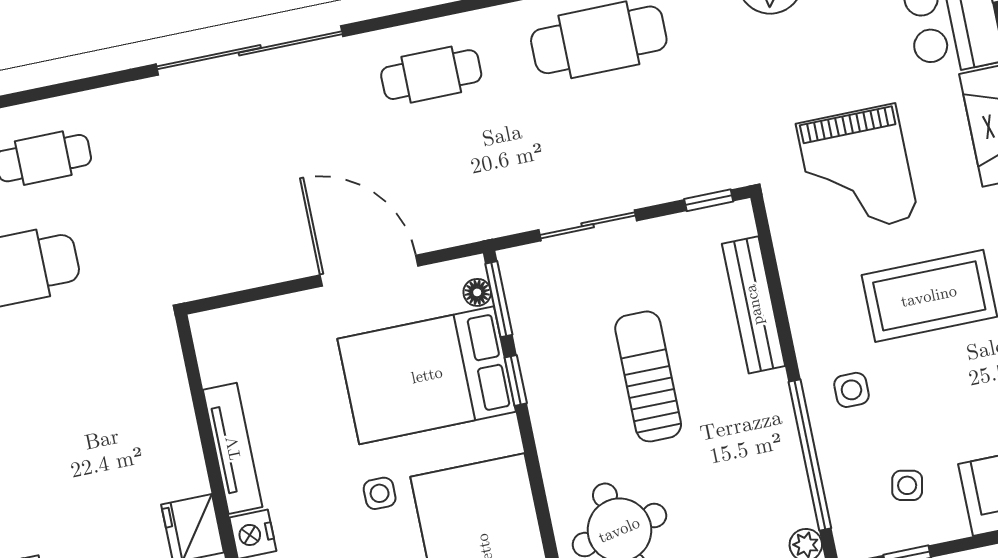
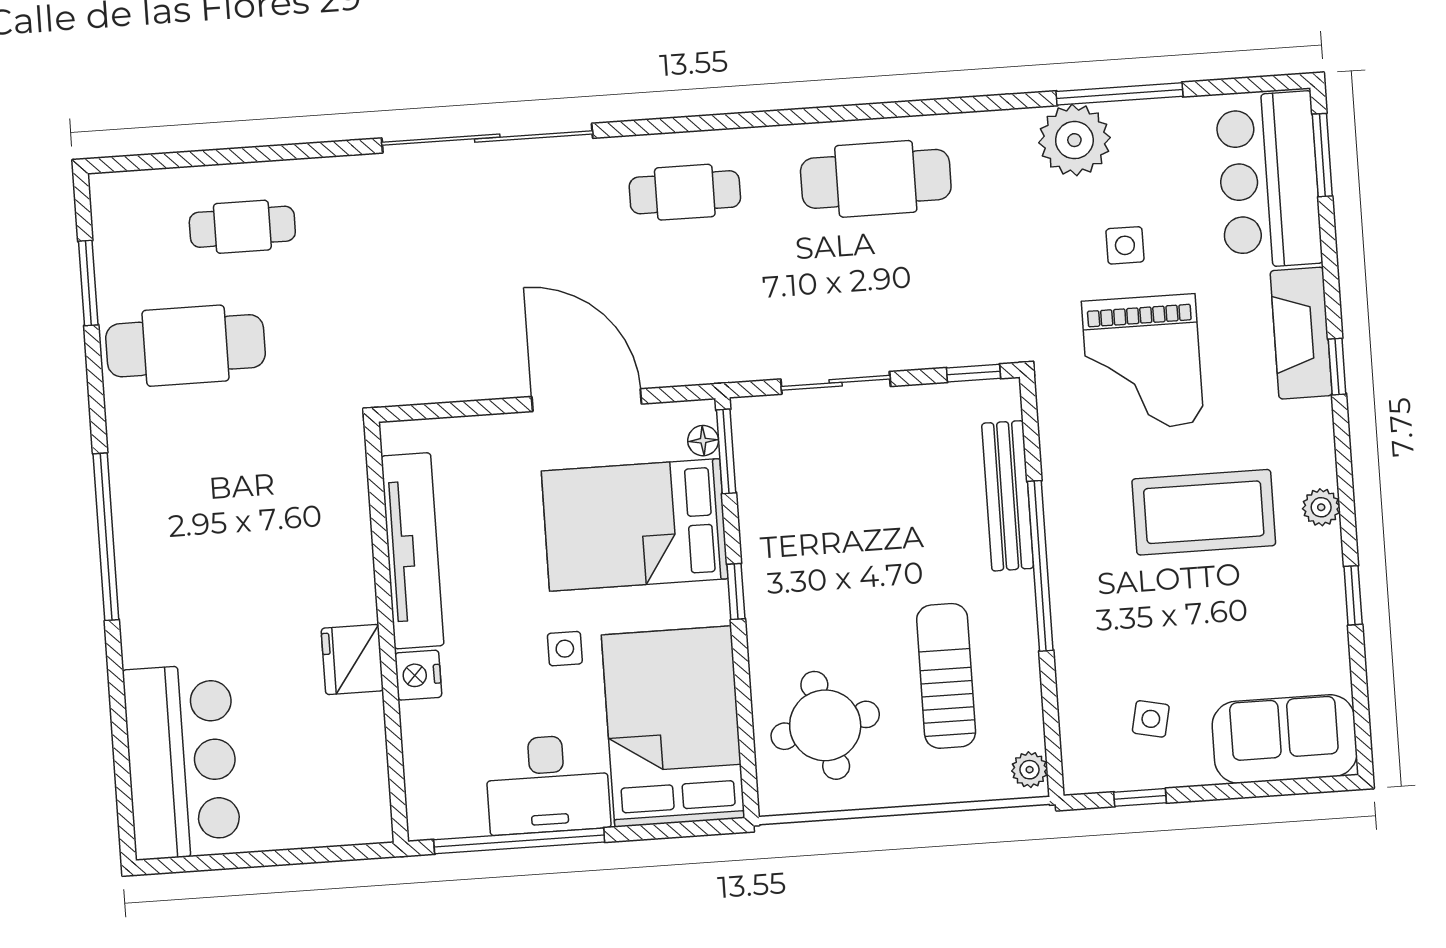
sun lounger: (648, 376) -> (946, 676), moved
window: (516, 380) -> (736, 591), moved
side table: (851, 390) -> (1125, 245), moved
tv unit: (233, 448) -> (412, 551), width x1.36, depth x1.29
window: (810, 455) -> (1040, 566), moved

